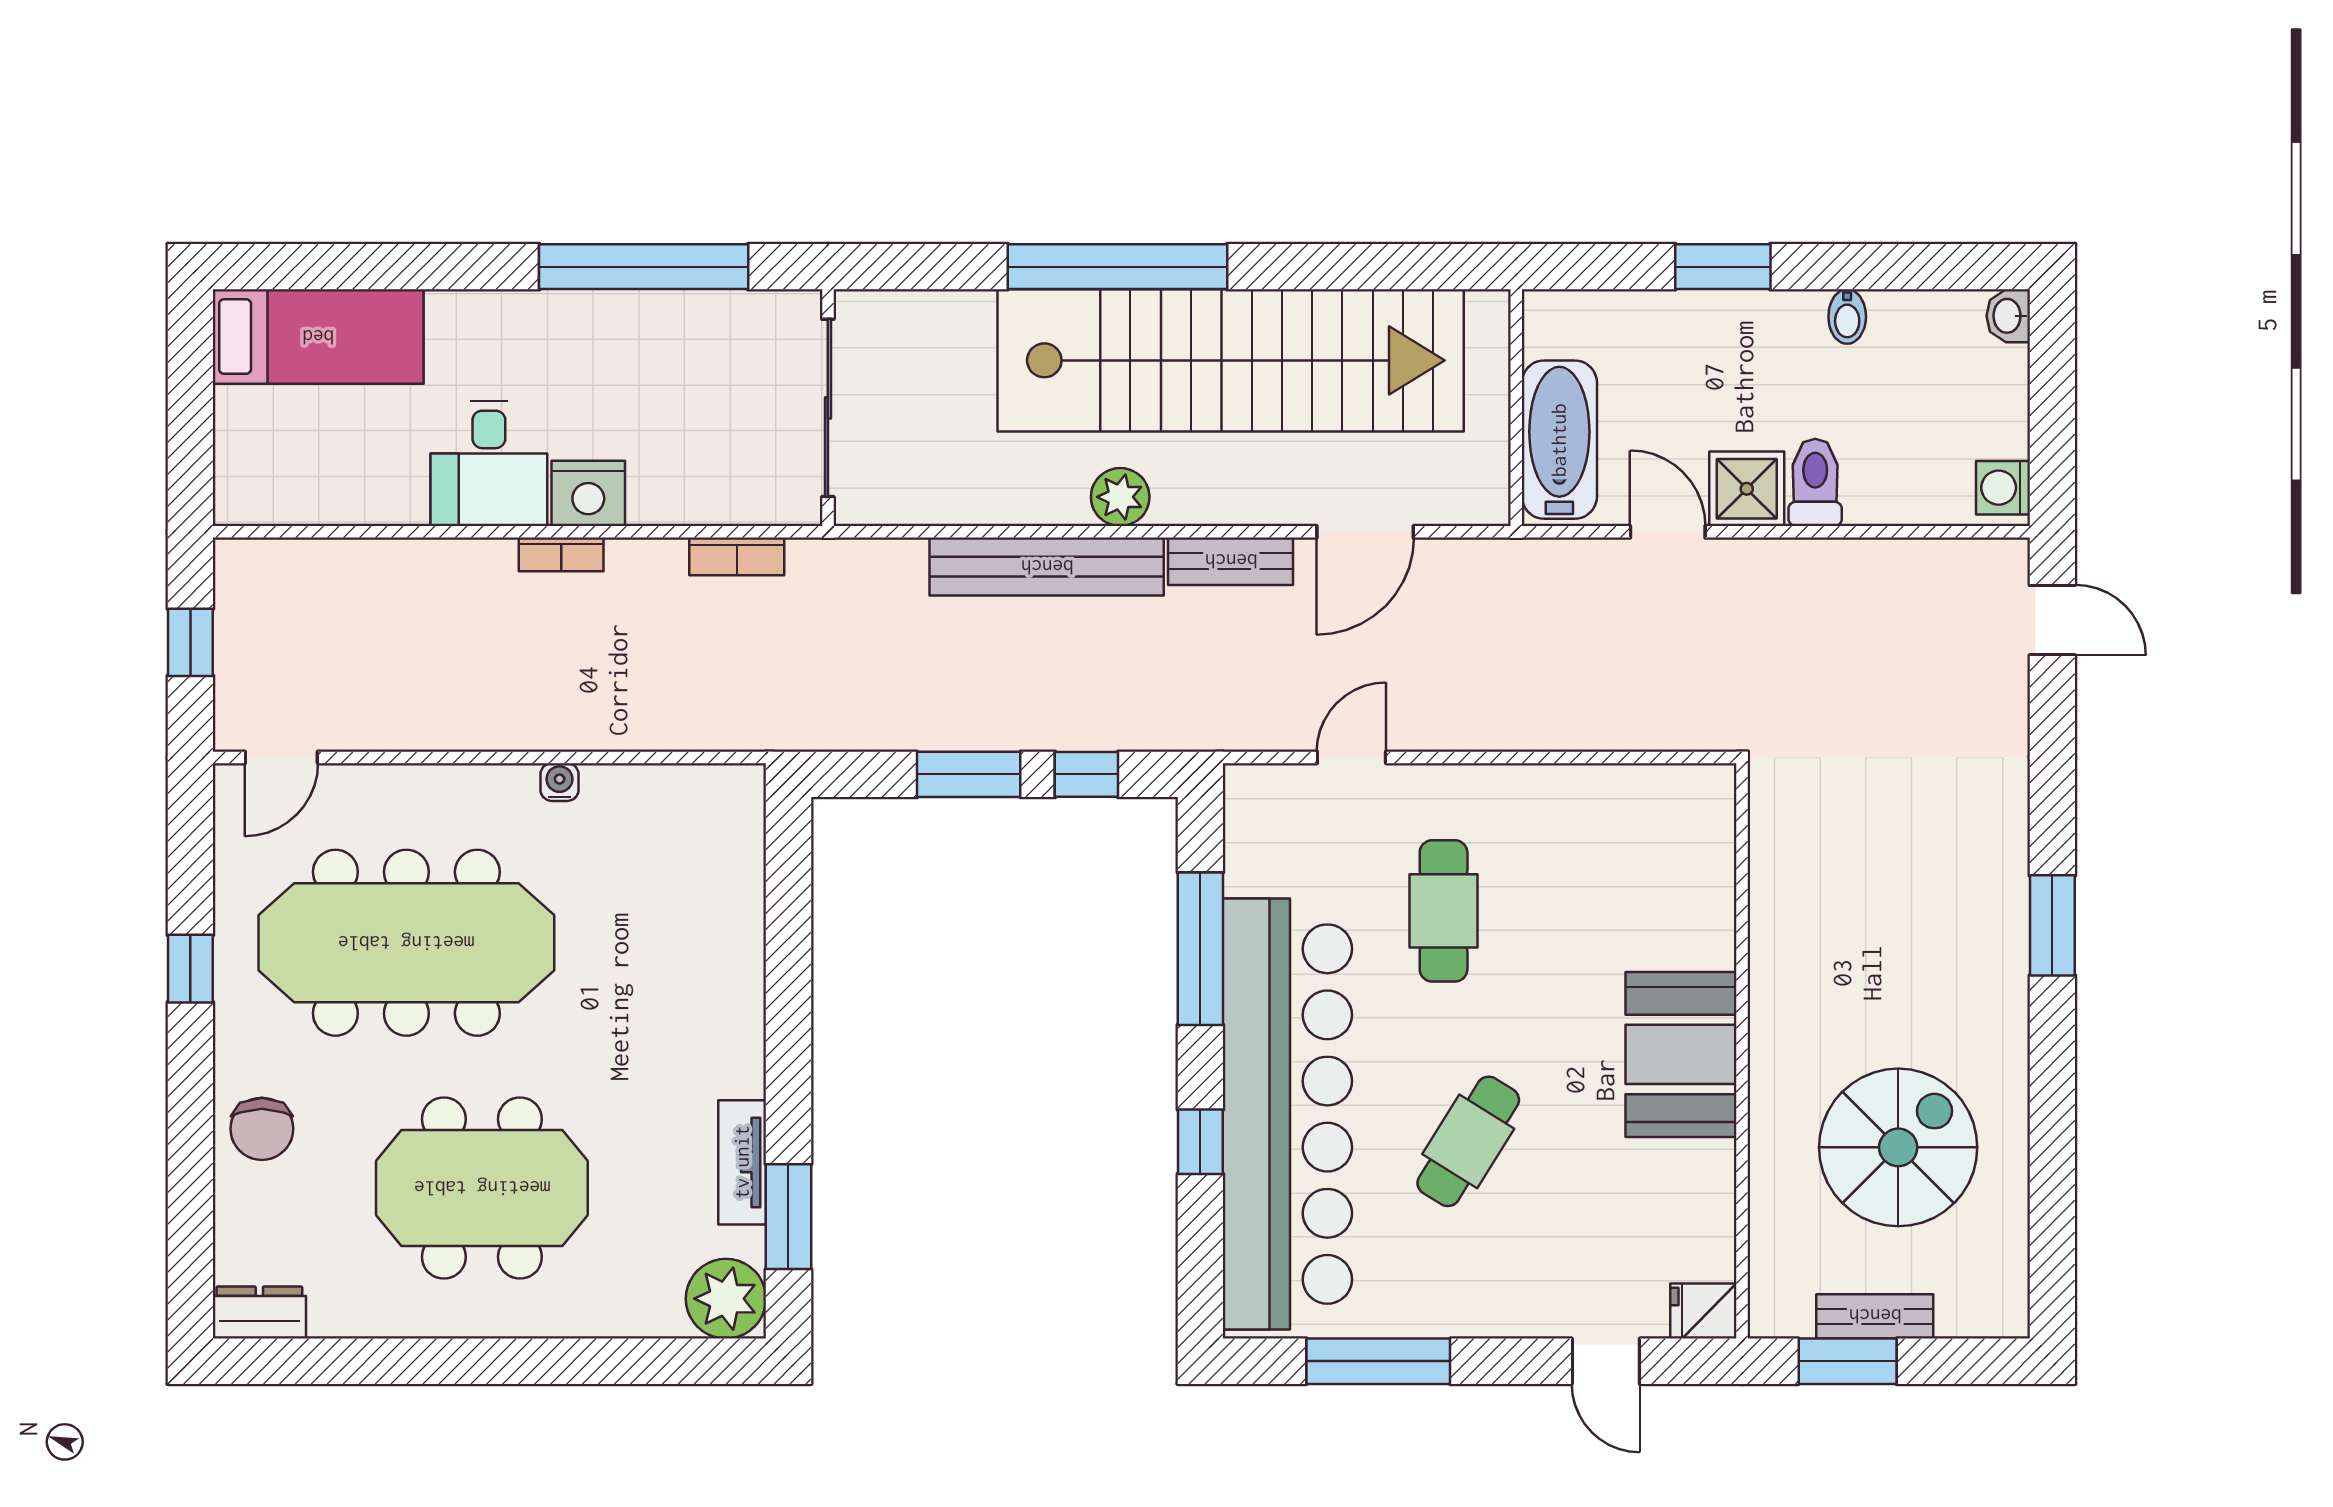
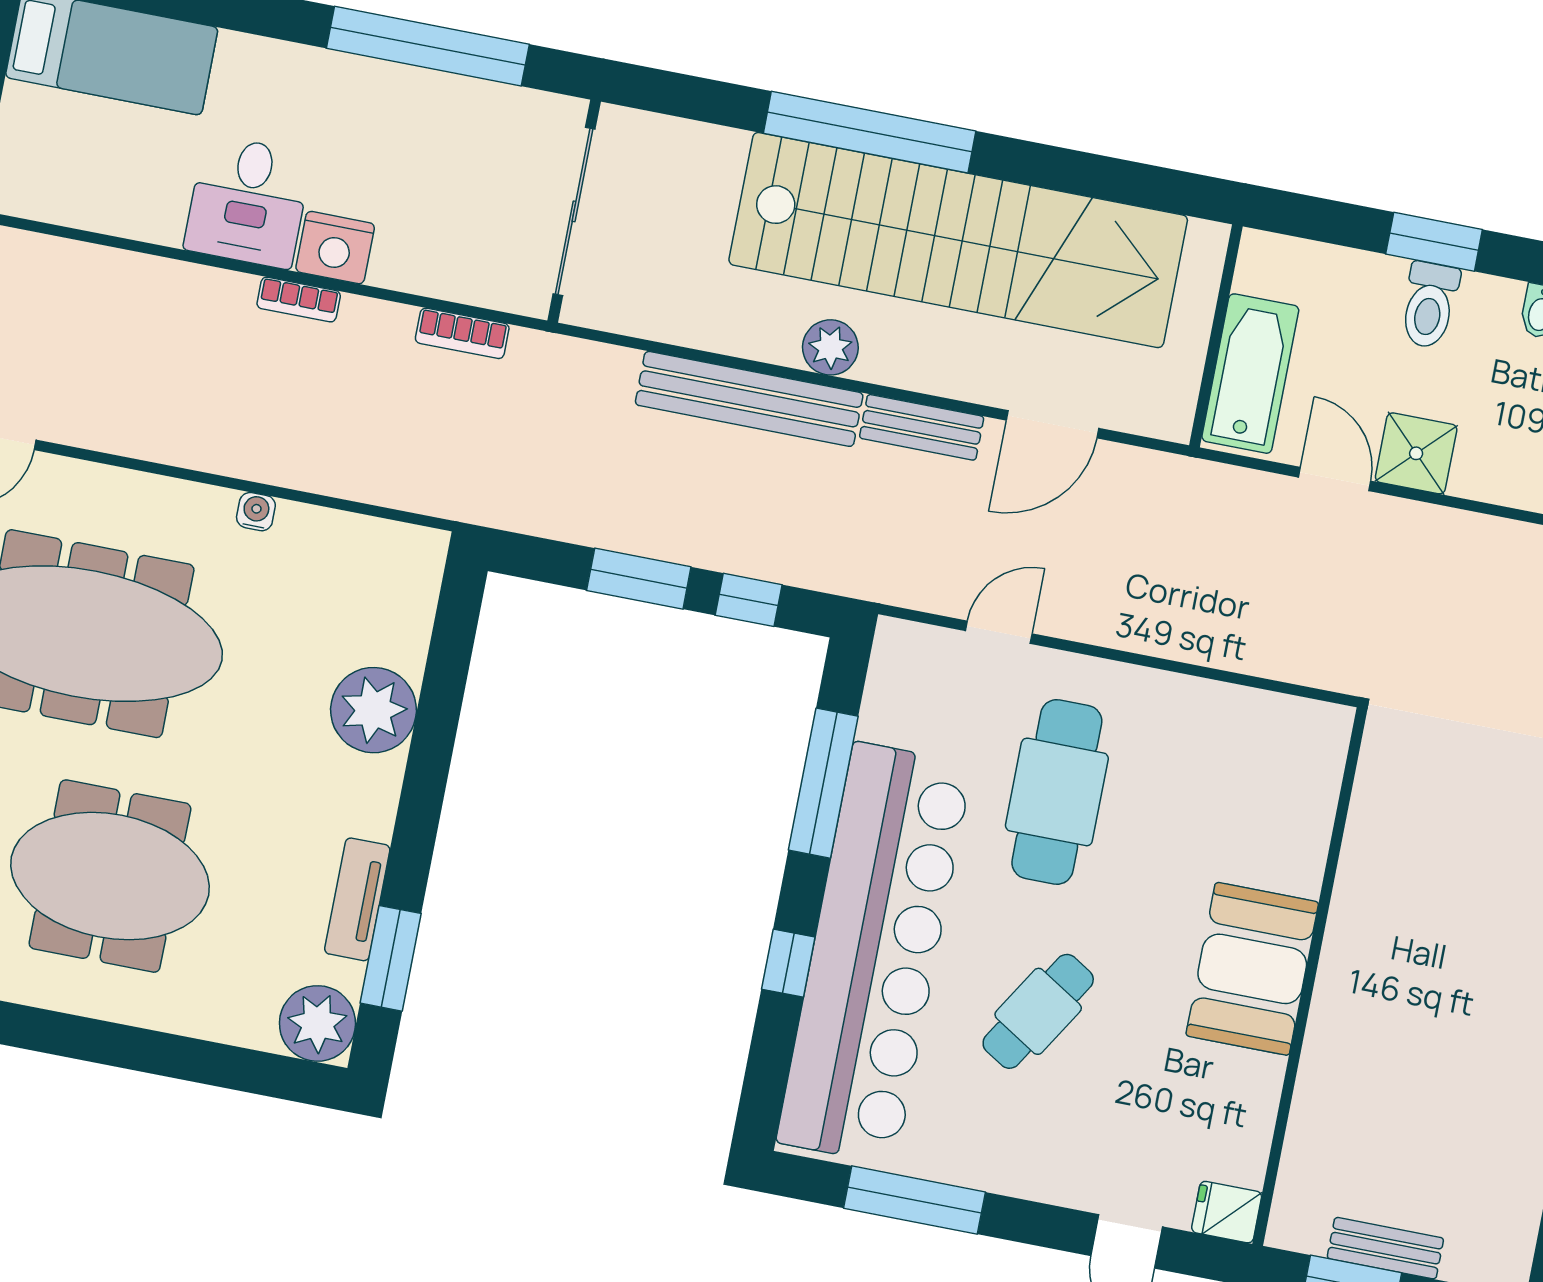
toilet: (1815, 482) -> (1429, 305), moved, turned 180
cafe table: (1444, 911) -> (1057, 792), width x1.37, depth x1.35
plant: (721, 964) -> (373, 710), added
spiral stairs: (1898, 1147) -> (1438, 1095), removed

